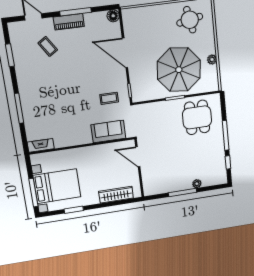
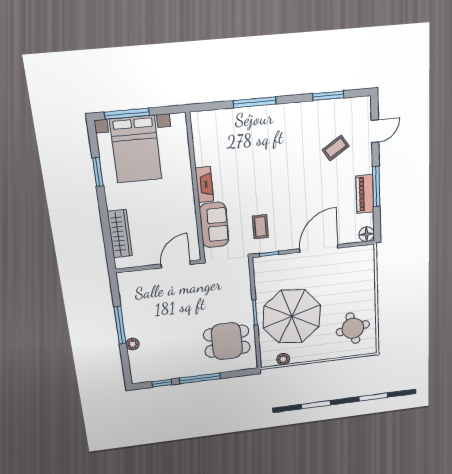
piano: (69, 22) -> (365, 194), moved
plant: (212, 60) -> (283, 359), moved
fireplace: (41, 145) -> (204, 185), moved

